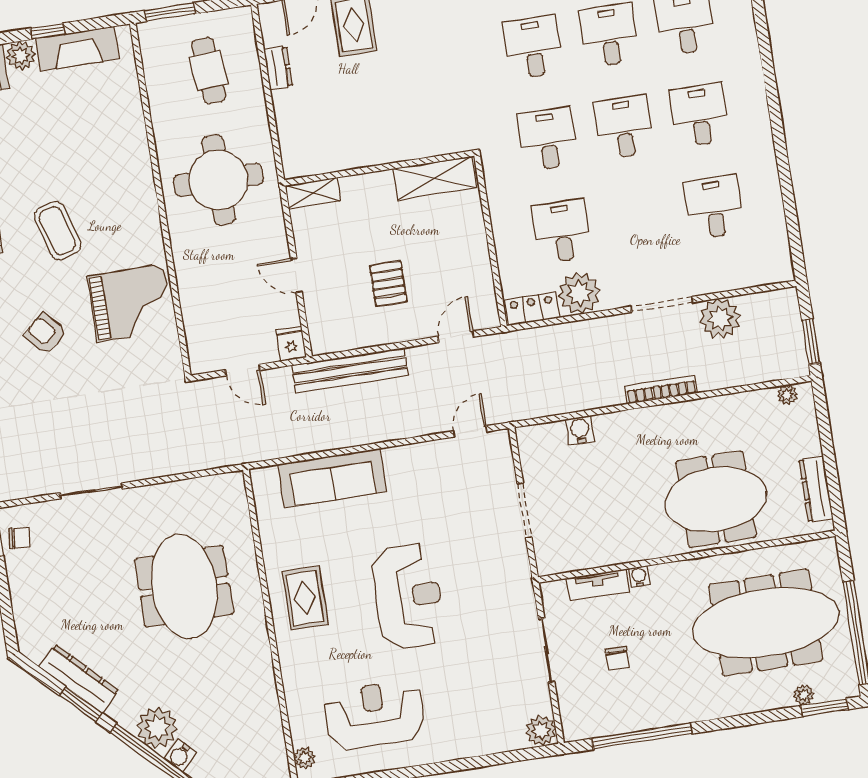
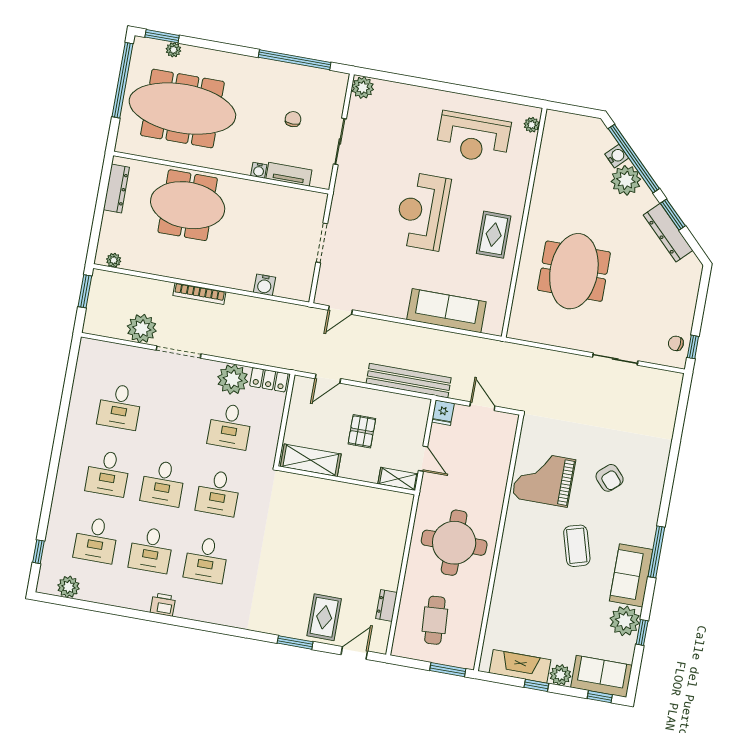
wall: (379, 168) -> (346, 480), moved
shelving: (435, 178) -> (311, 460), moved
shelving: (313, 193) -> (398, 479), moved

